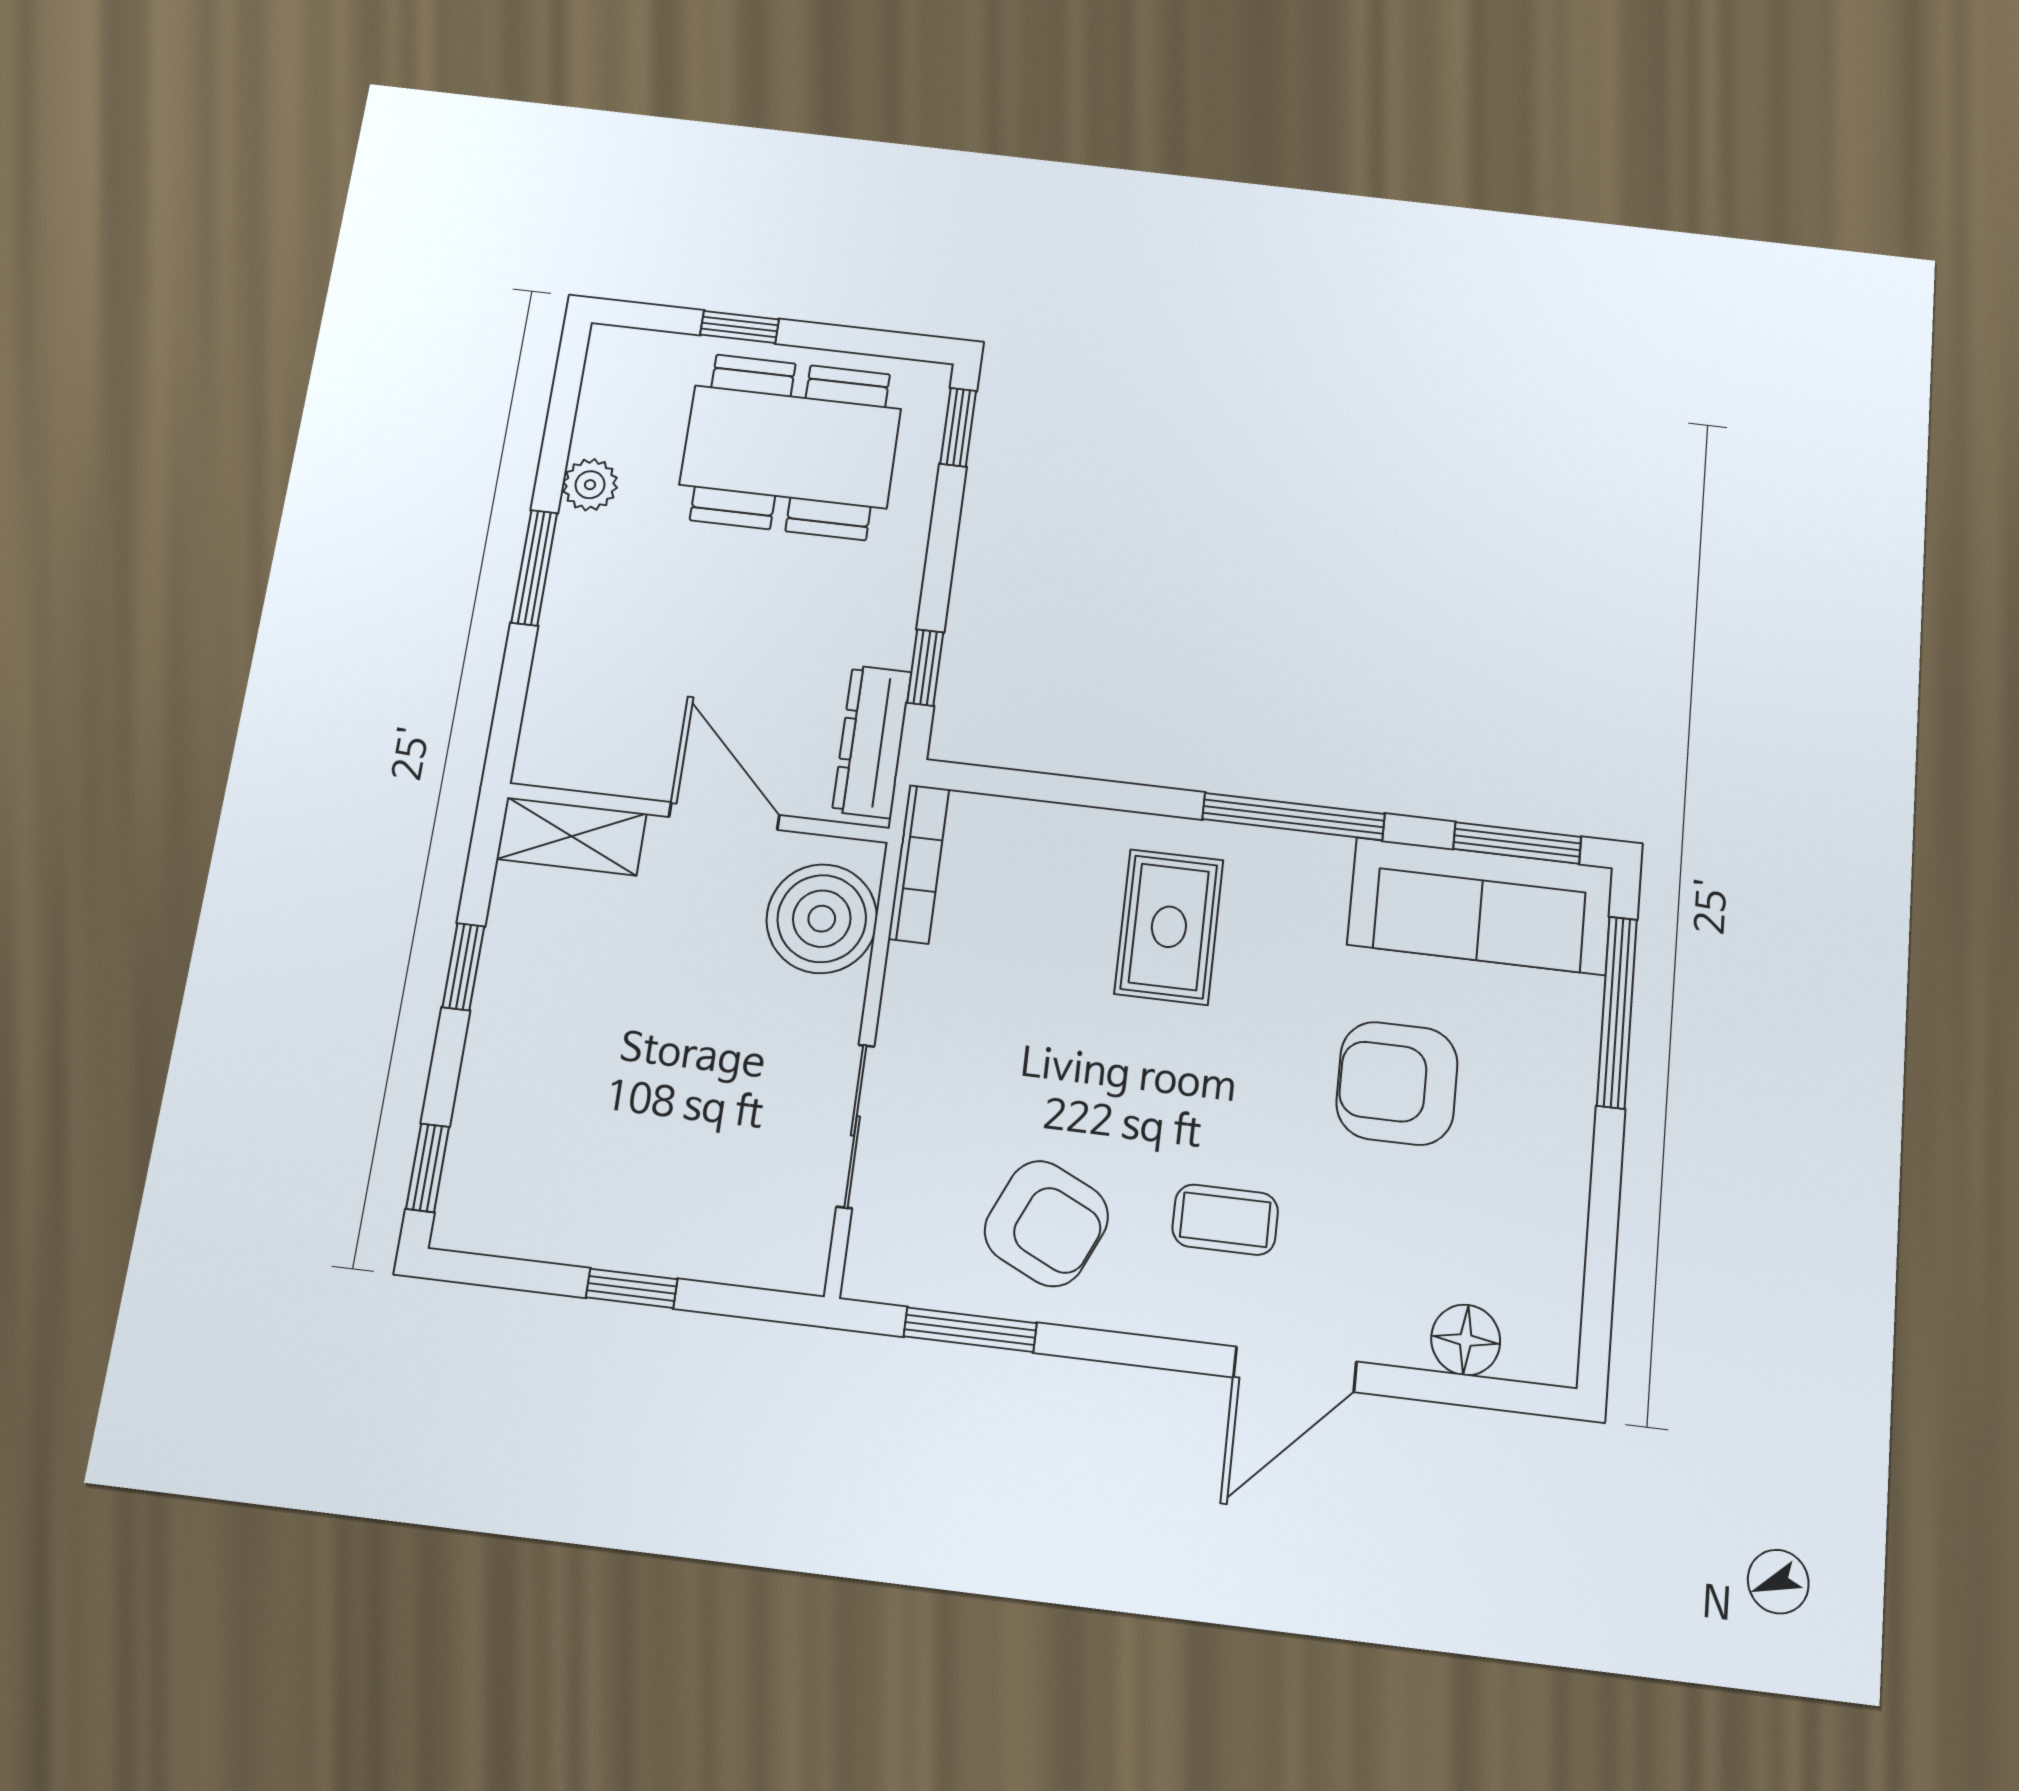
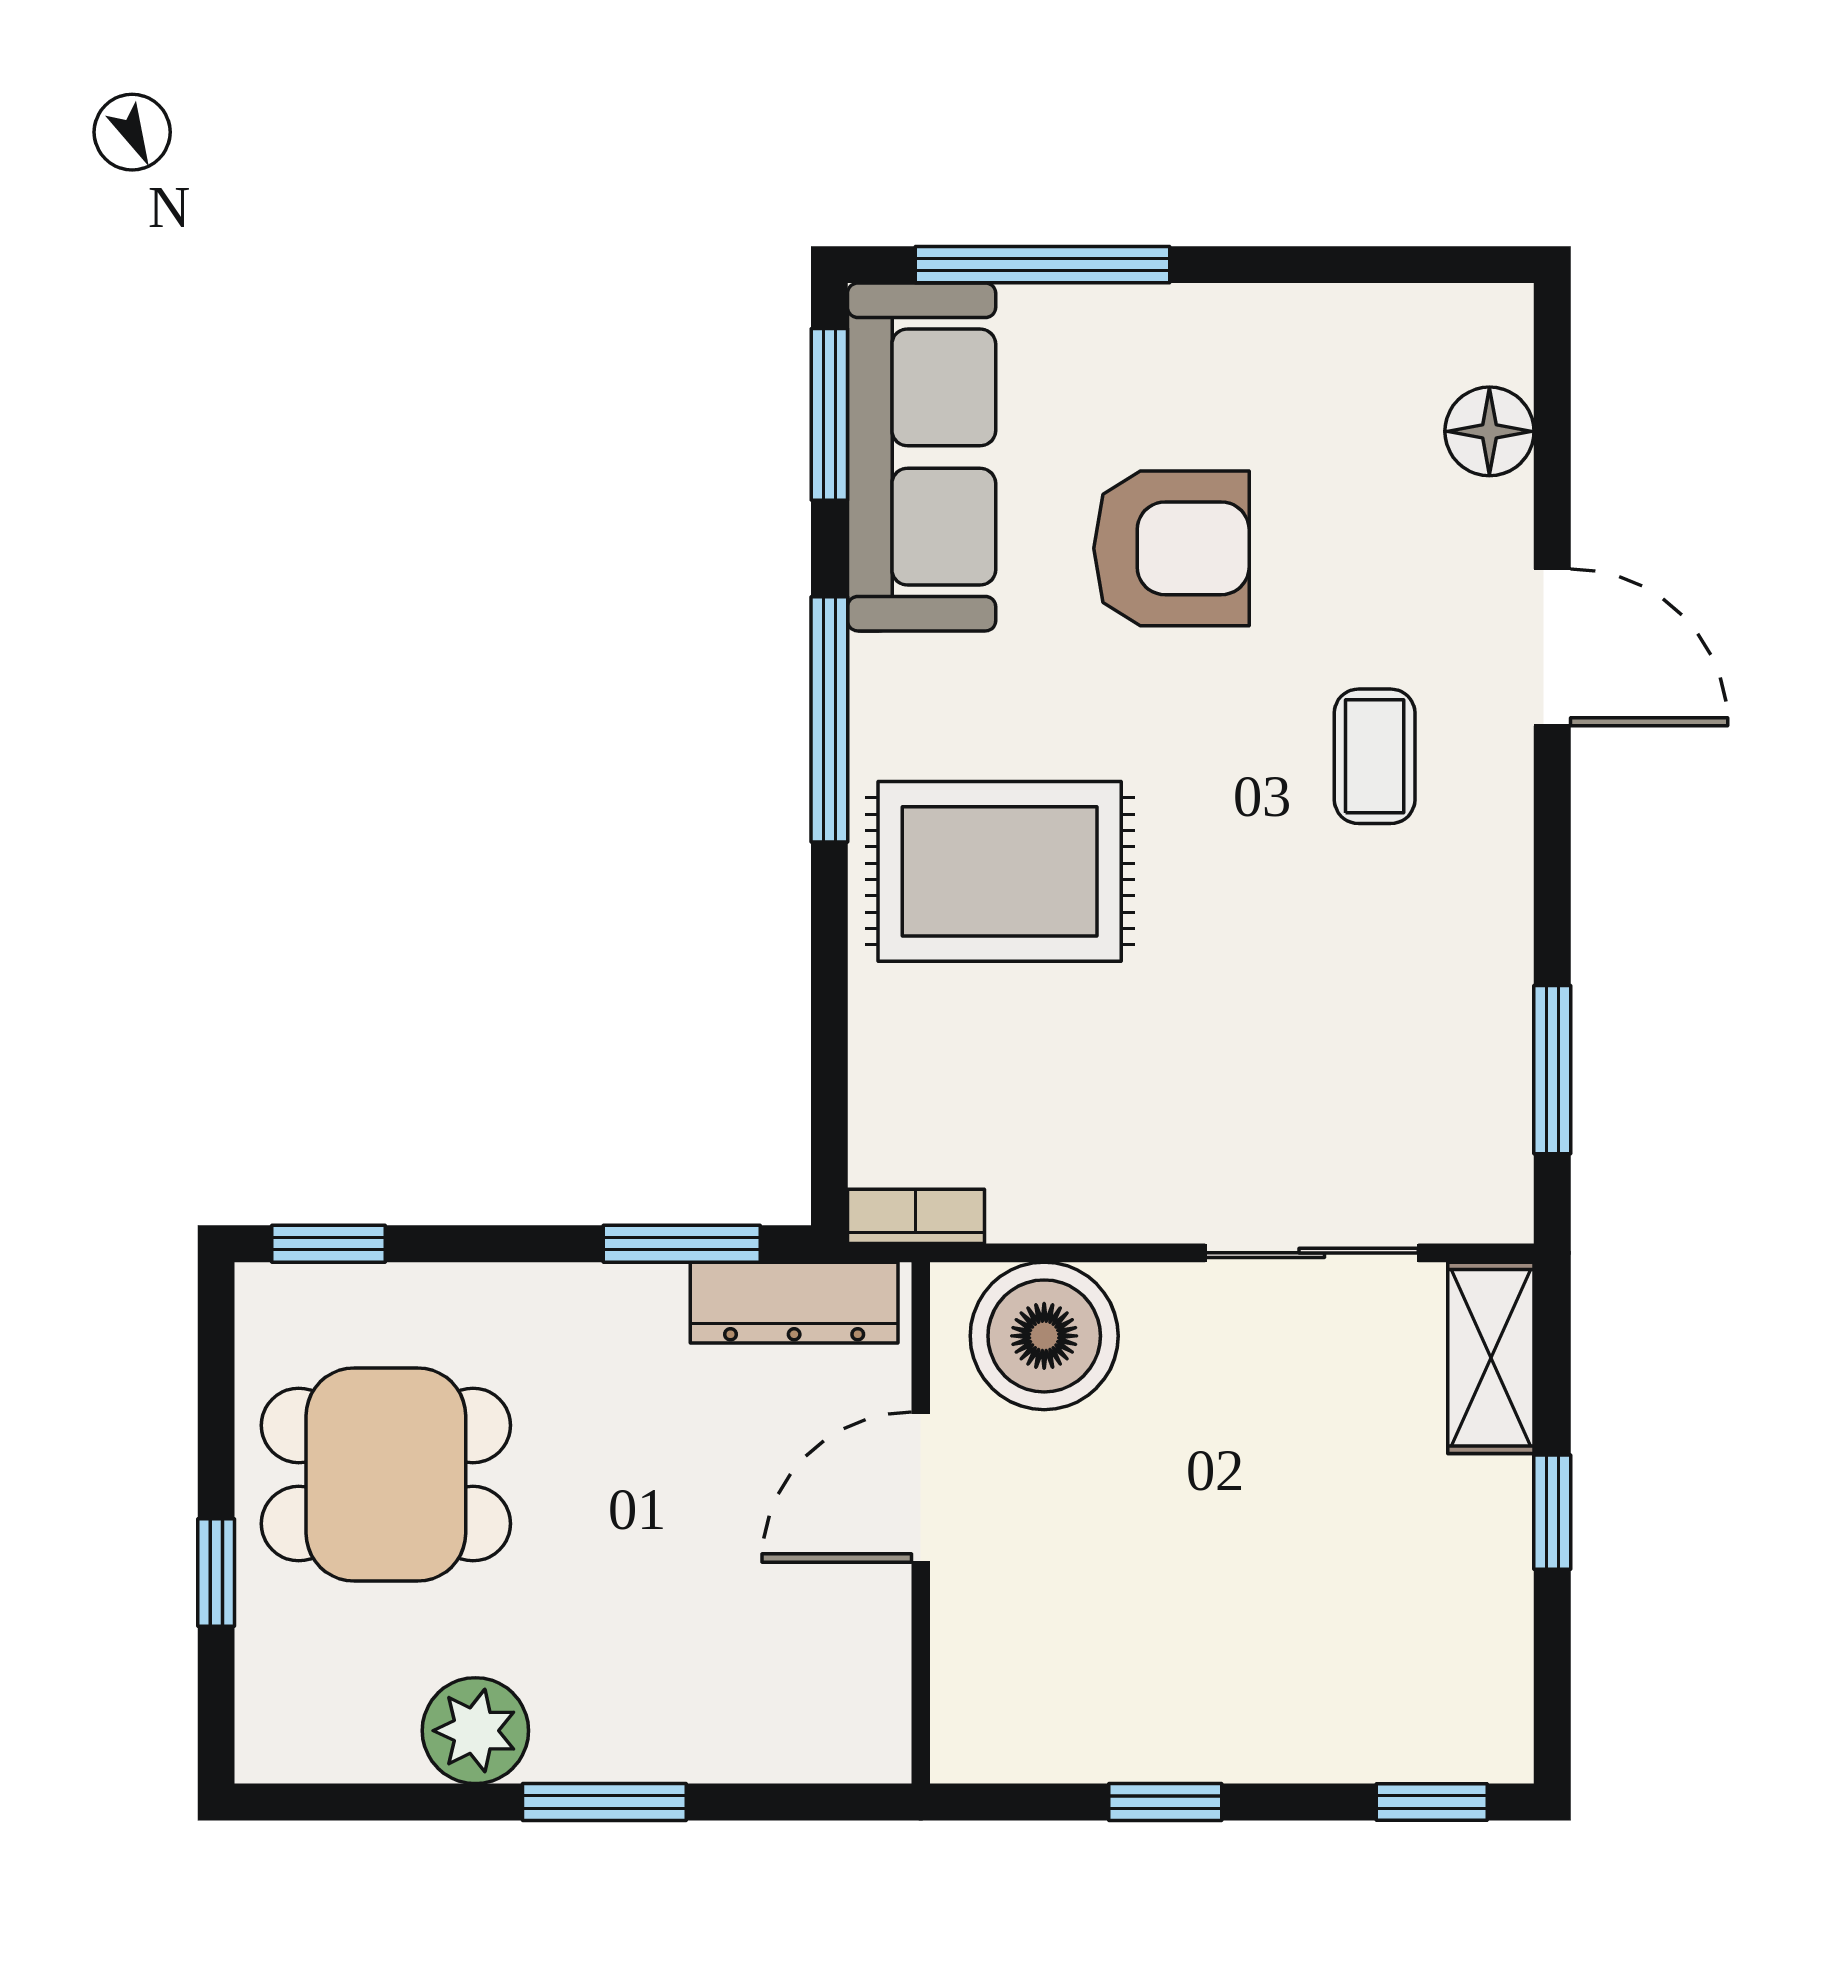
dining table: (790, 447) -> (386, 1474), width x0.73
plant: (590, 485) -> (475, 1731), width x1.38, depth x1.38
window: (925, 668) -> (682, 1244), width x1.50
shelving: (572, 836) -> (1491, 1358), moved
bookcase: (919, 864) -> (916, 1216), width x0.64
rug: (1169, 927) -> (1000, 871), width x1.36, depth x1.43
armchair: (1397, 1083) -> (1171, 548), turned -90
armchair: (1046, 1223) -> (1407, 988), removed

